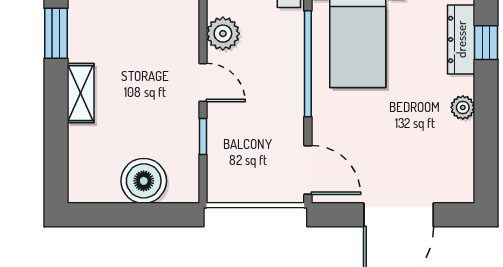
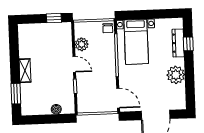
window: (56, 33) -> (16, 94), moved
plant: (463, 107) -> (176, 75), width x1.87, depth x1.87
boiler: (144, 181) -> (56, 109), width x0.54, depth x0.54

